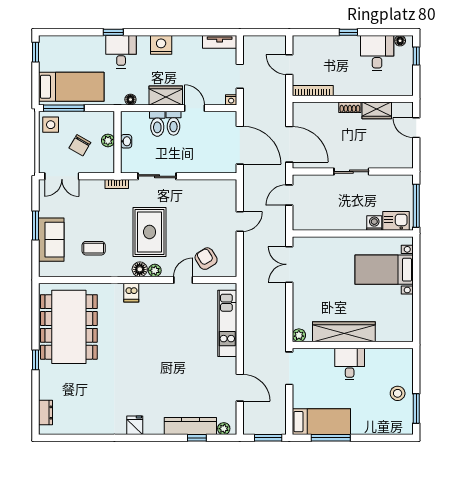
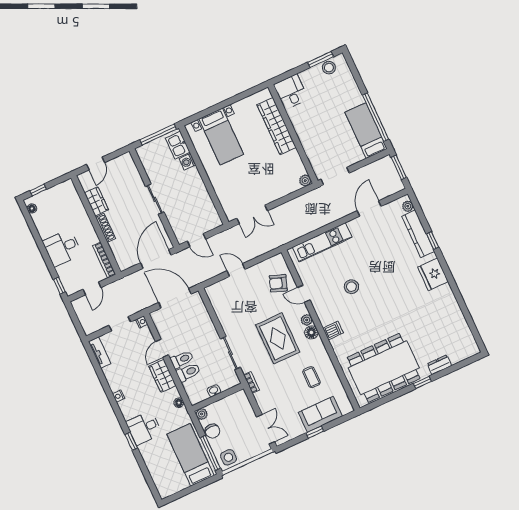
window: (348, 32) -> (59, 286), moved
nightstand: (161, 45) -> (118, 396), width x0.53, depth x0.56
window: (35, 52) -> (176, 496), removed
desk: (377, 53) -> (62, 248), moved
shoe rack: (350, 107) -> (106, 228), width x1.43
plant: (108, 140) -> (202, 414), moved
chair: (80, 145) -> (212, 431), moved, turned 60
door: (240, 145) -> (175, 298), hinge flipped
window: (35, 225) -> (315, 432), width x0.67
rug: (150, 232) -> (278, 338), turned 90
armchair: (206, 259) -> (278, 283), turned 52
stool: (168, 332) -> (351, 287), added
wardrobe: (344, 332) -> (277, 126), moved
desk: (350, 364) -> (291, 92), moved, turned 90
stool: (398, 393) -> (329, 68), moved
dresser: (46, 413) -> (439, 365), moved
fridge: (135, 425) -> (433, 274), width x1.88, depth x1.34
window: (197, 438) -> (433, 241), moved
window: (331, 438) -> (376, 117), width x1.46

